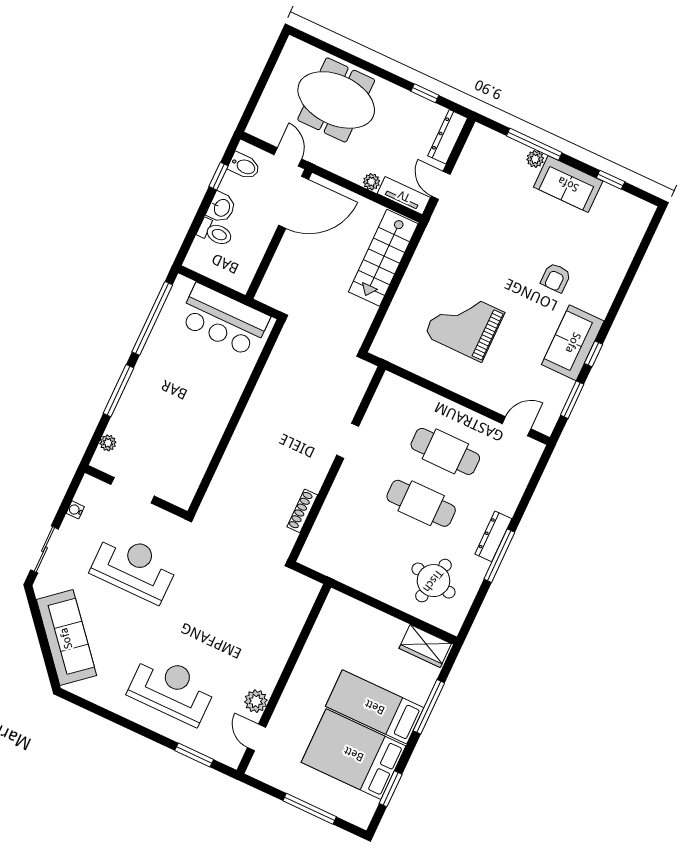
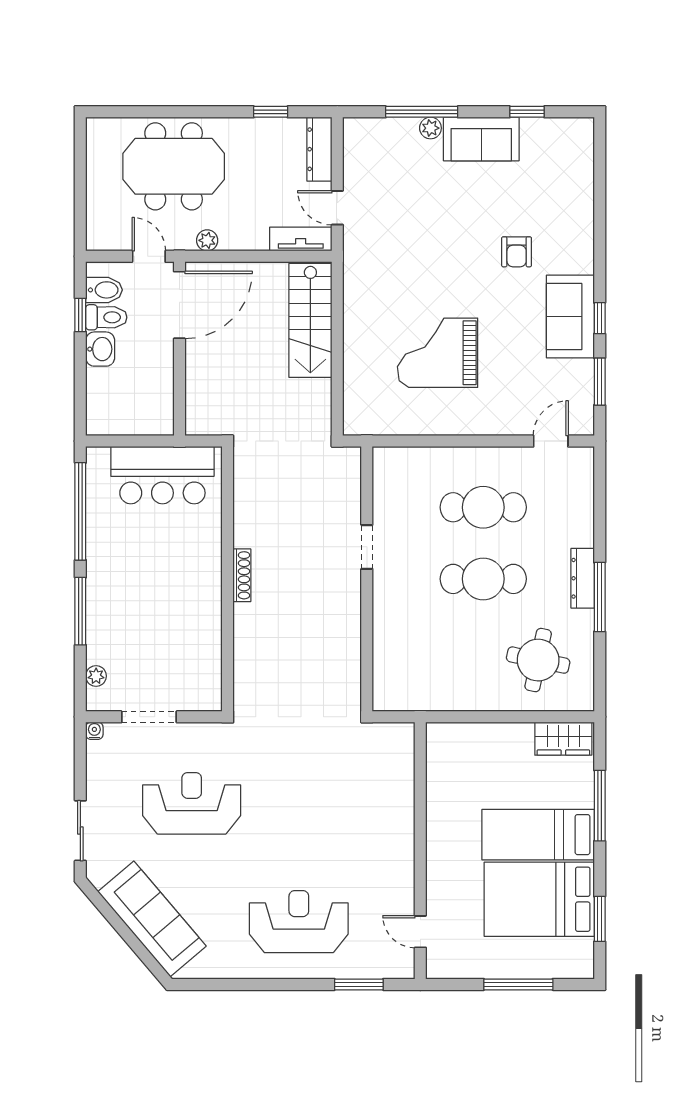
plant: (371, 182) -> (207, 240), moved
toilet: (215, 233) -> (106, 317), moved
water cooler: (75, 510) -> (94, 731), moved, turned 90
shoe rack: (302, 511) -> (242, 575), moved, turned 180
plant: (256, 701) -> (400, 891), removed

